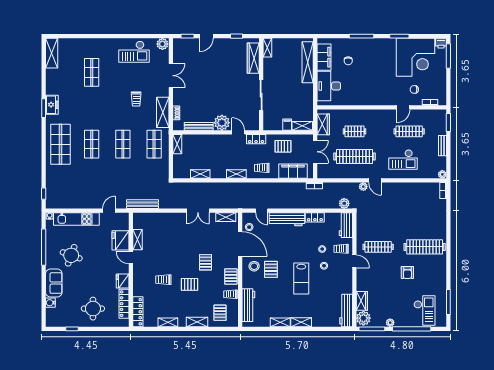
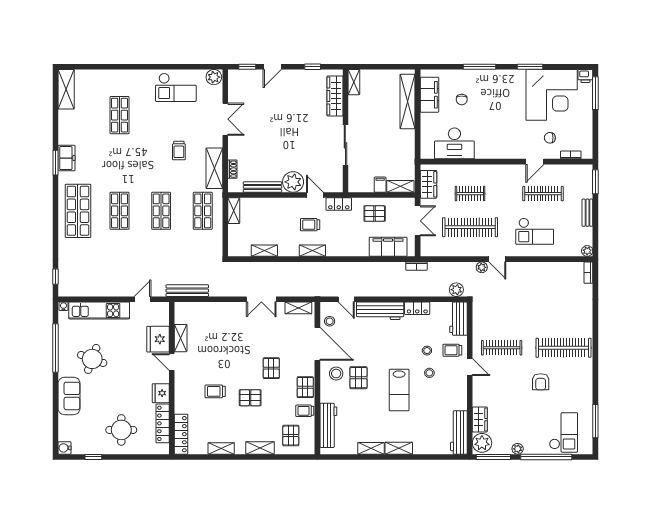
desk: (329, 86) -> (454, 143), moved, turned -90
trolley: (262, 168) -> (310, 225), moved
water cooler: (50, 303) -> (64, 448), moved

